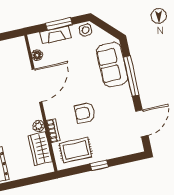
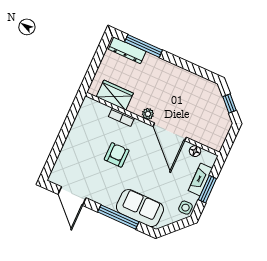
plant: (39, 126) -> (148, 114), moved
rug: (75, 150) -> (91, 124), removed
window: (99, 165) -> (64, 134), removed

